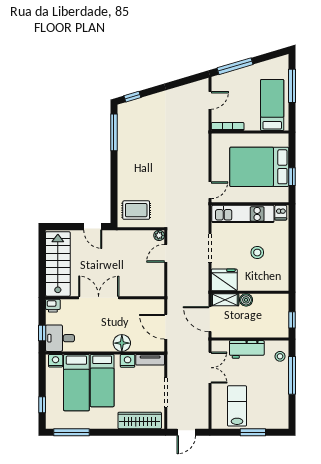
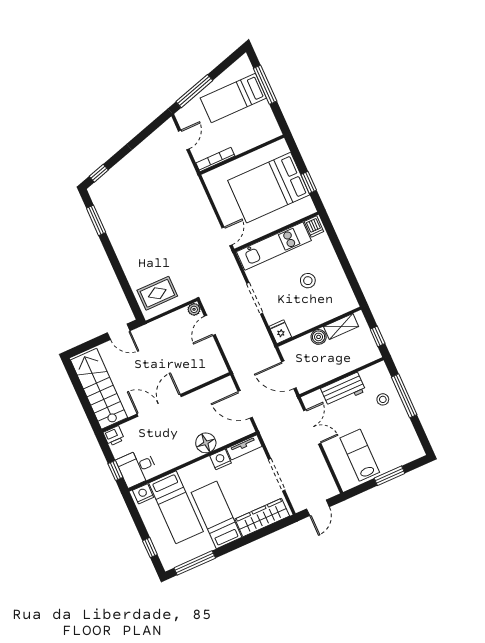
bed: (272, 105) -> (233, 98), moved, turned -90
window: (114, 132) -> (96, 220), width x0.69
fridge: (224, 280) -> (280, 332), width x0.53, depth x0.75
shelving: (225, 300) -> (341, 327), moved
stool: (280, 356) -> (383, 399), moved
bed: (102, 381) -> (216, 515), moved, turned 180

